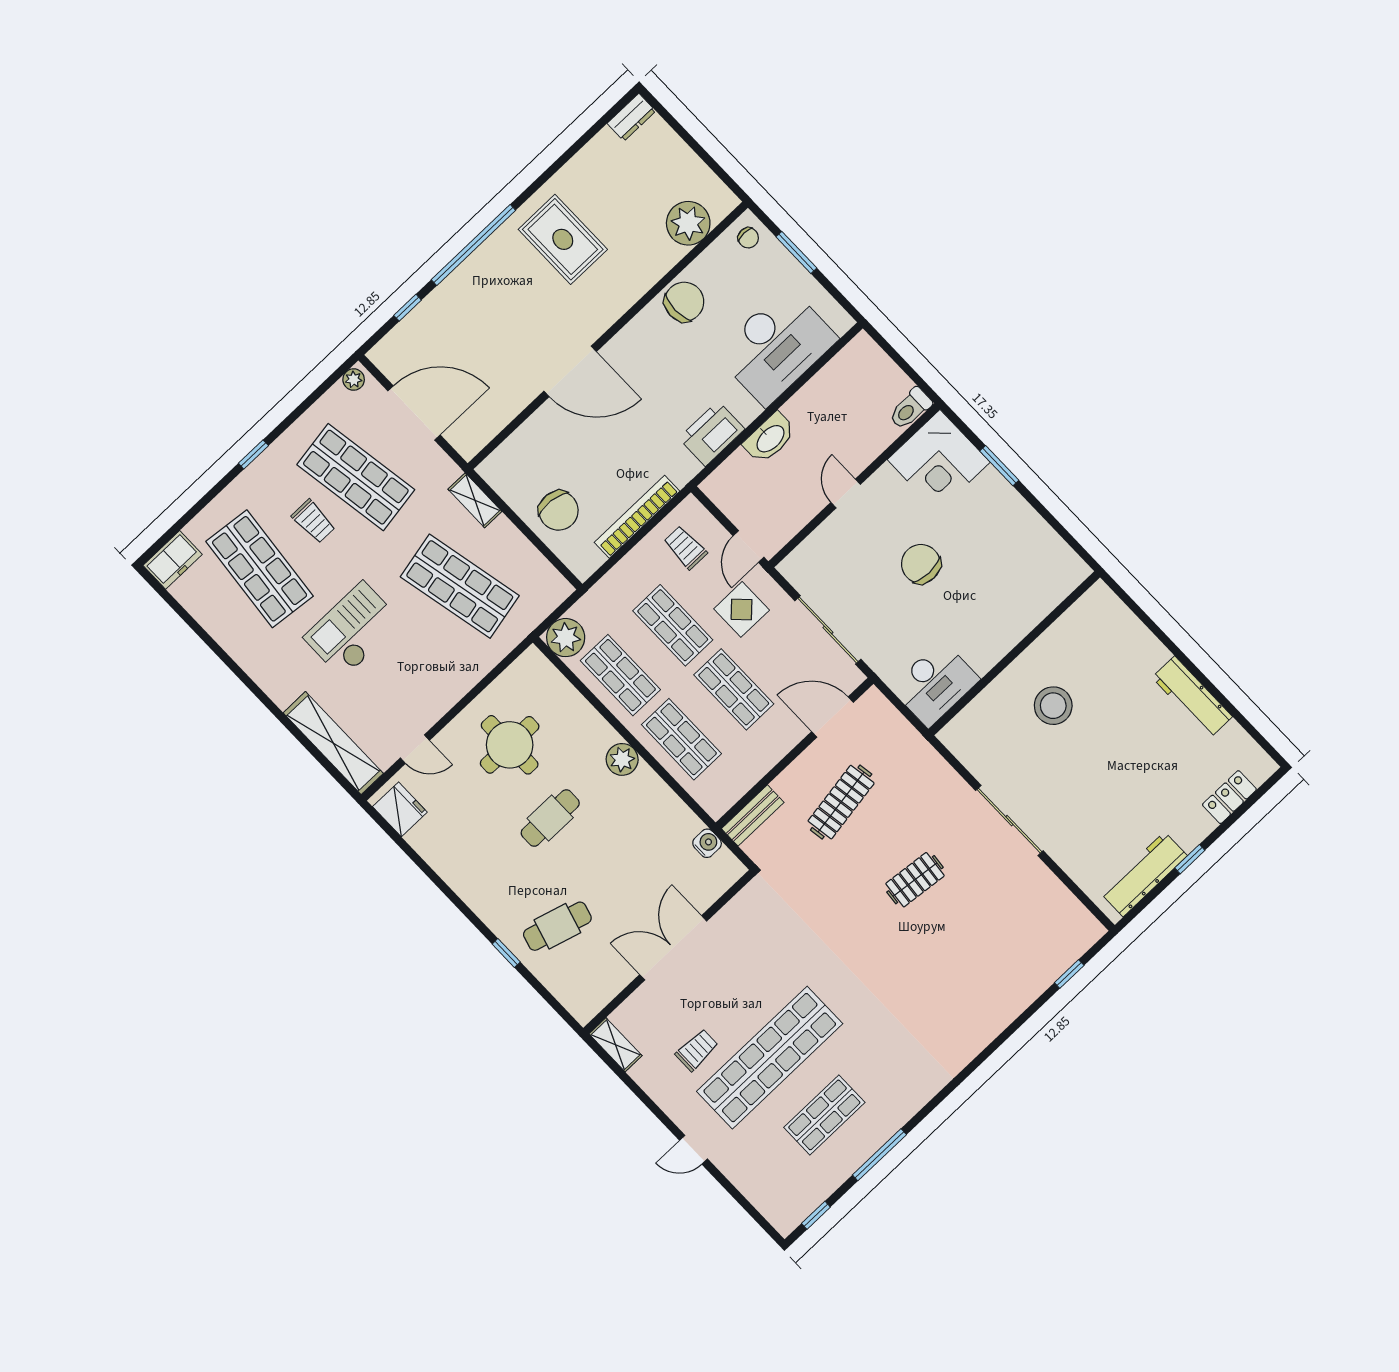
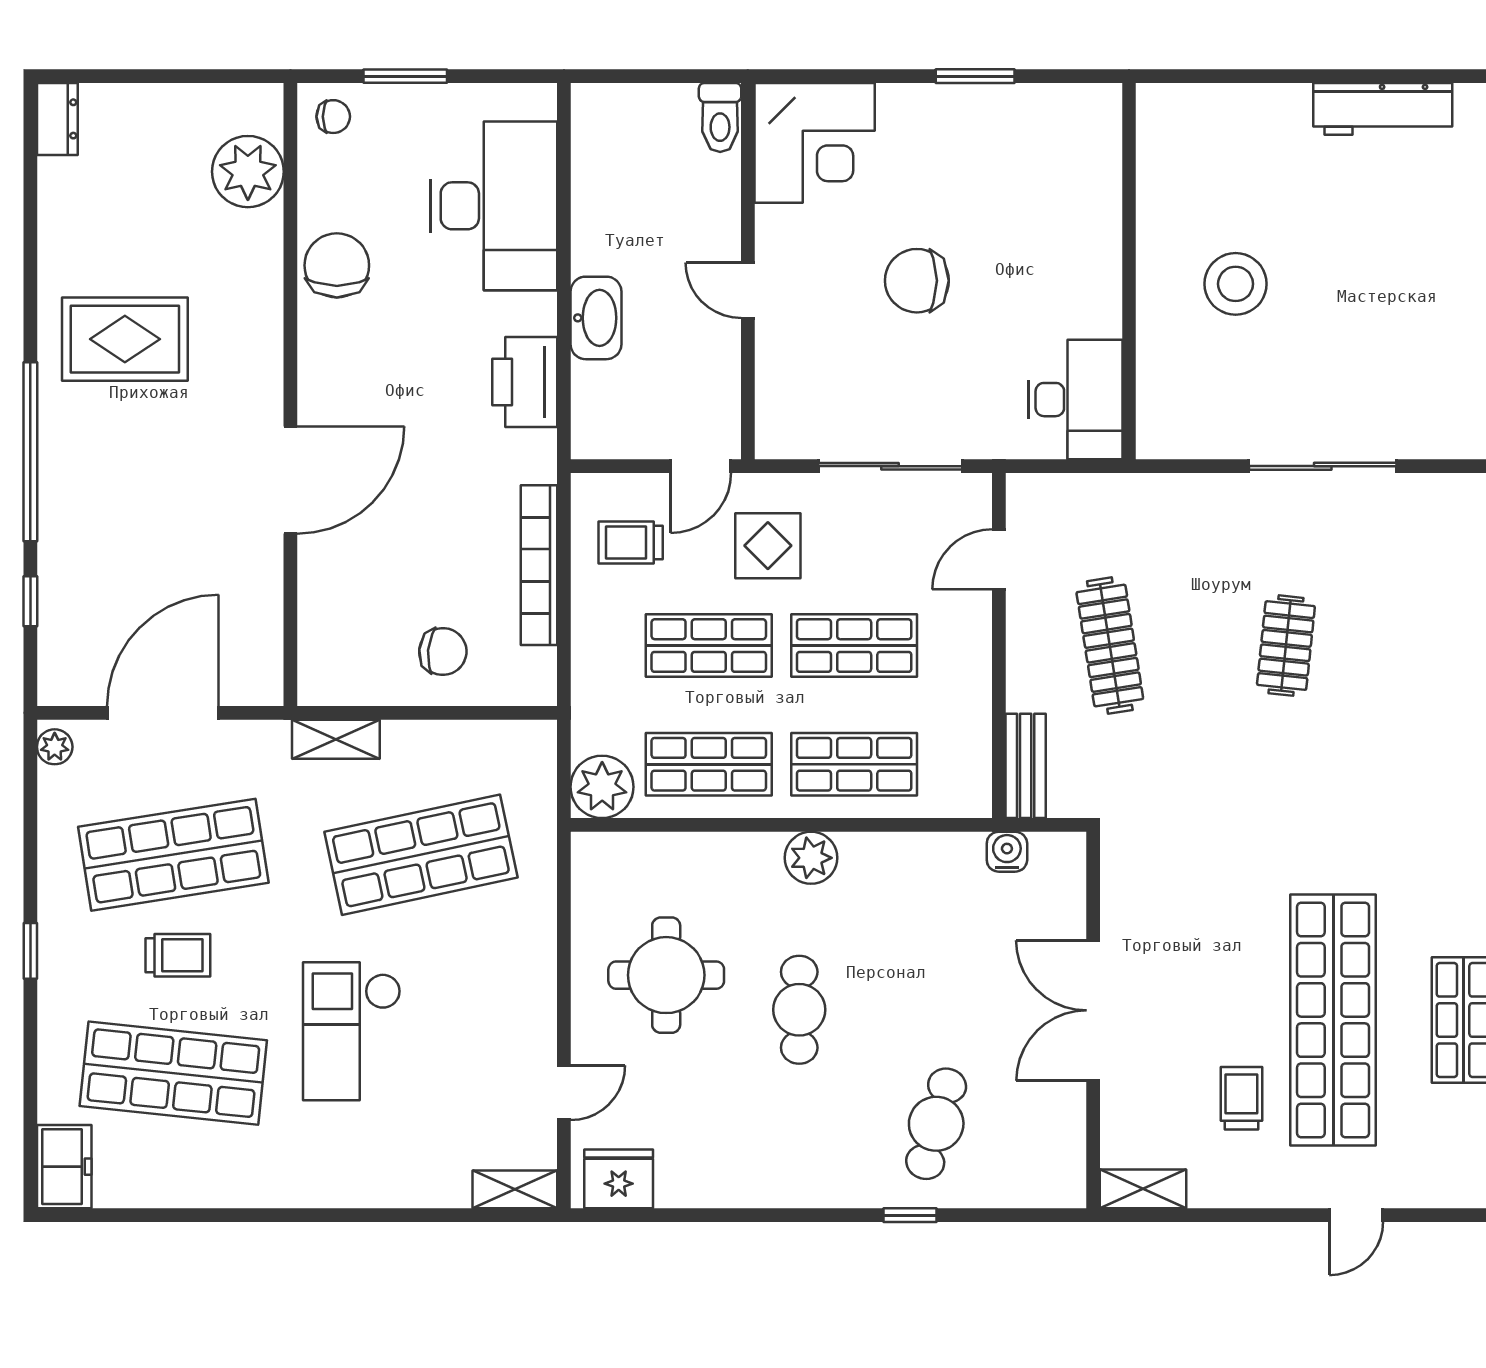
window: (999, 466) -> (975, 76), moved
chair: (559, 511) -> (443, 652), width x0.73, depth x0.73
door: (748, 547) -> (701, 466), hinge flipped
door: (832, 717) -> (999, 559), width x0.73
shelving: (333, 743) -> (515, 1189), width x0.45, depth x0.75

